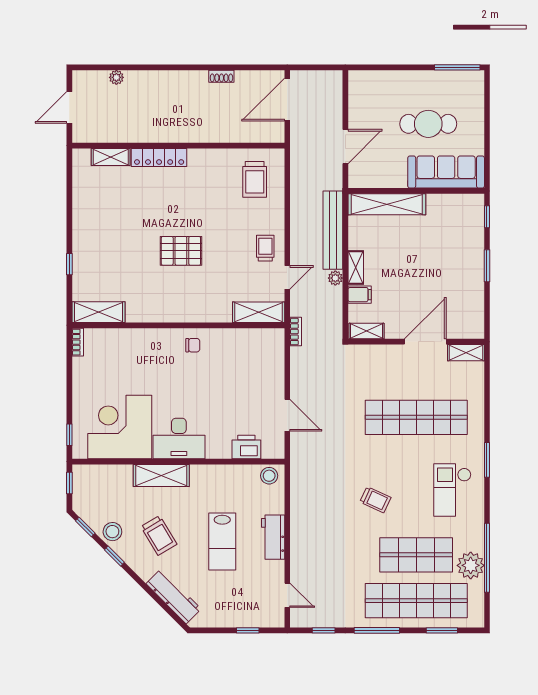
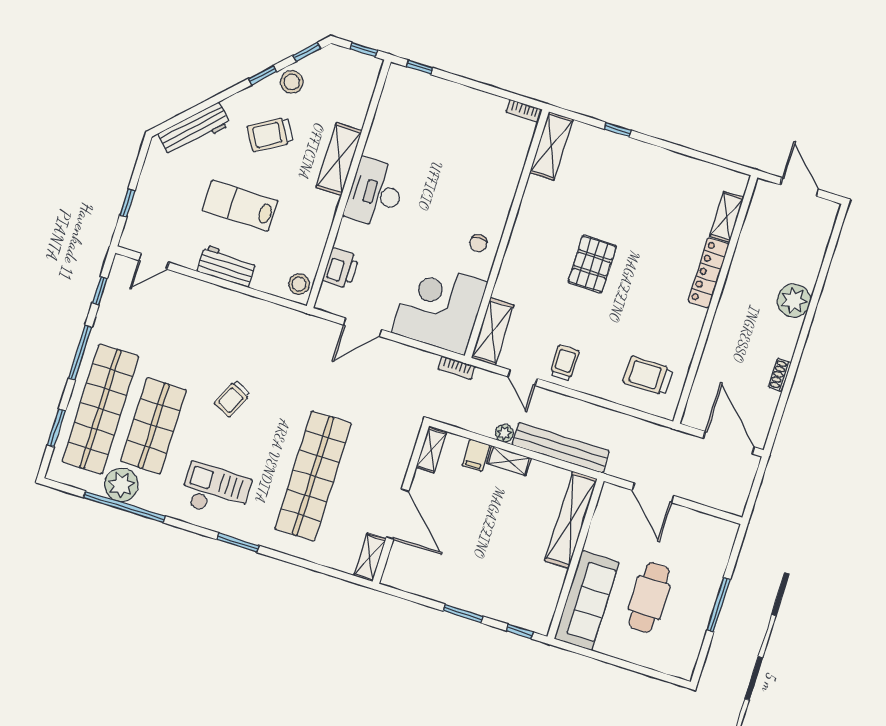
window: (457, 67) -> (719, 605), moved
plant: (116, 77) -> (794, 301), moved, width x1.87, depth x1.87
trolley: (265, 248) -> (565, 363), turned -90
corner desk: (120, 427) -> (439, 307), moved, turned -90

